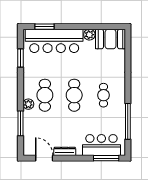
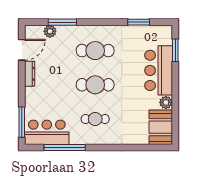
bar counter: (54, 41) -> (159, 70), width x0.73
plant: (28, 104) -> (50, 31), moved
bar counter: (101, 145) -> (47, 132), moved, turned -90

